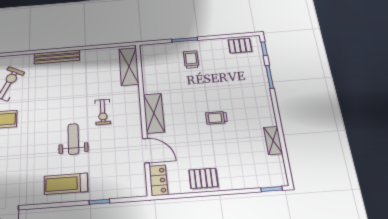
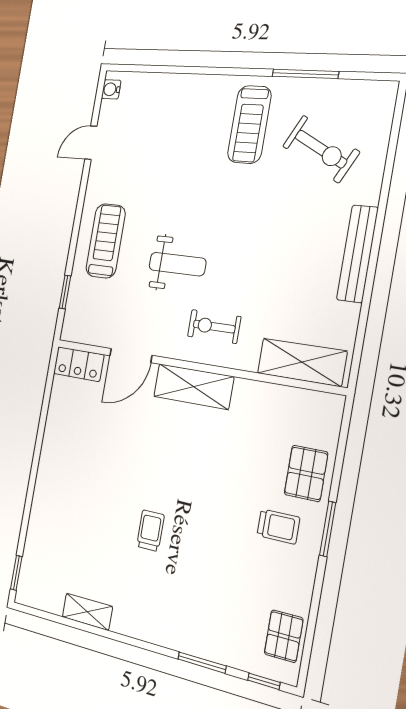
shelving: (129, 66) -> (302, 362), moved
shelving: (154, 113) -> (193, 387), moved
wall: (143, 116) -> (194, 366), moved
door: (146, 151) -> (131, 355), moved
pallet: (203, 178) -> (306, 473), moved
locker: (158, 180) -> (79, 364), moved

